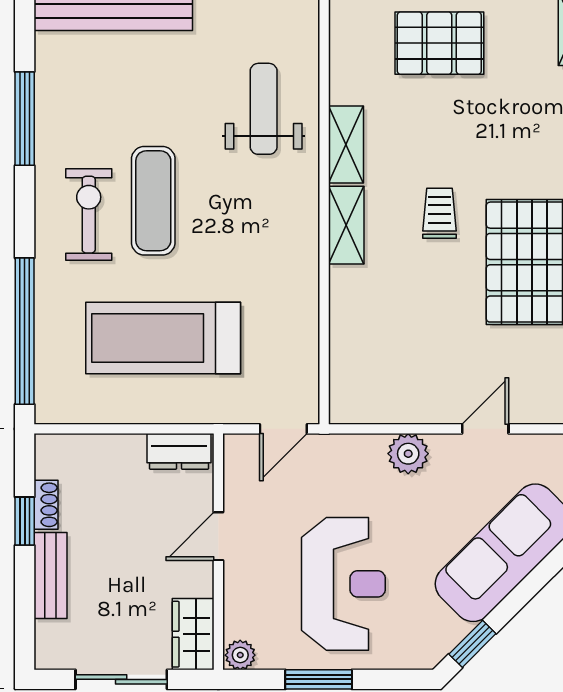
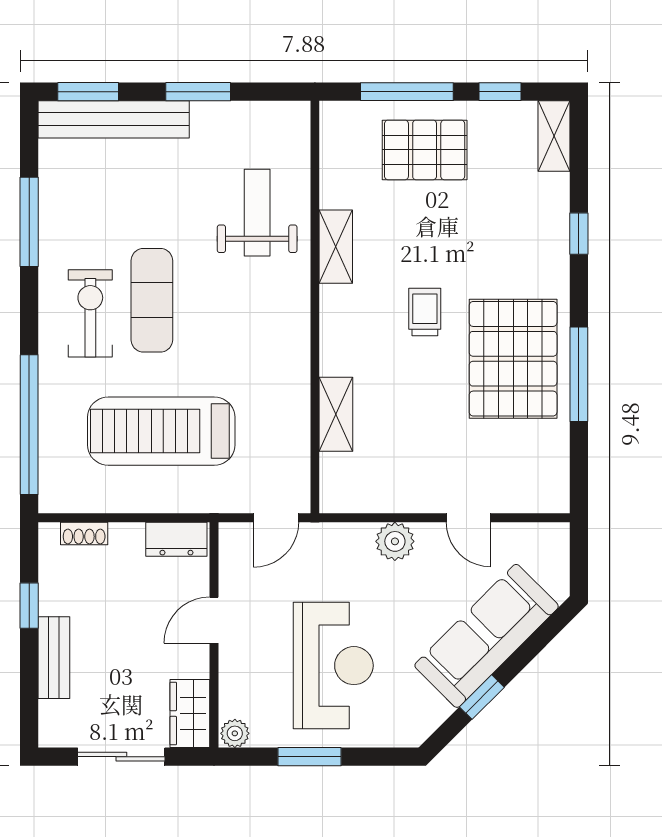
shelving: (346, 225) -> (336, 414), moved
door: (485, 429) -> (468, 518), swing flipped
shoe rack: (46, 505) -> (84, 534), moved, turned 90
window: (472, 644) -> (482, 697), moved

